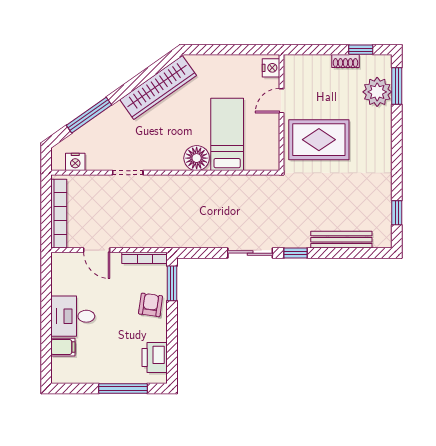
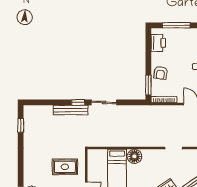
rug: (319, 140) -> (65, 167), width x0.73, depth x0.70
bench: (341, 240) -> (70, 110), moved

